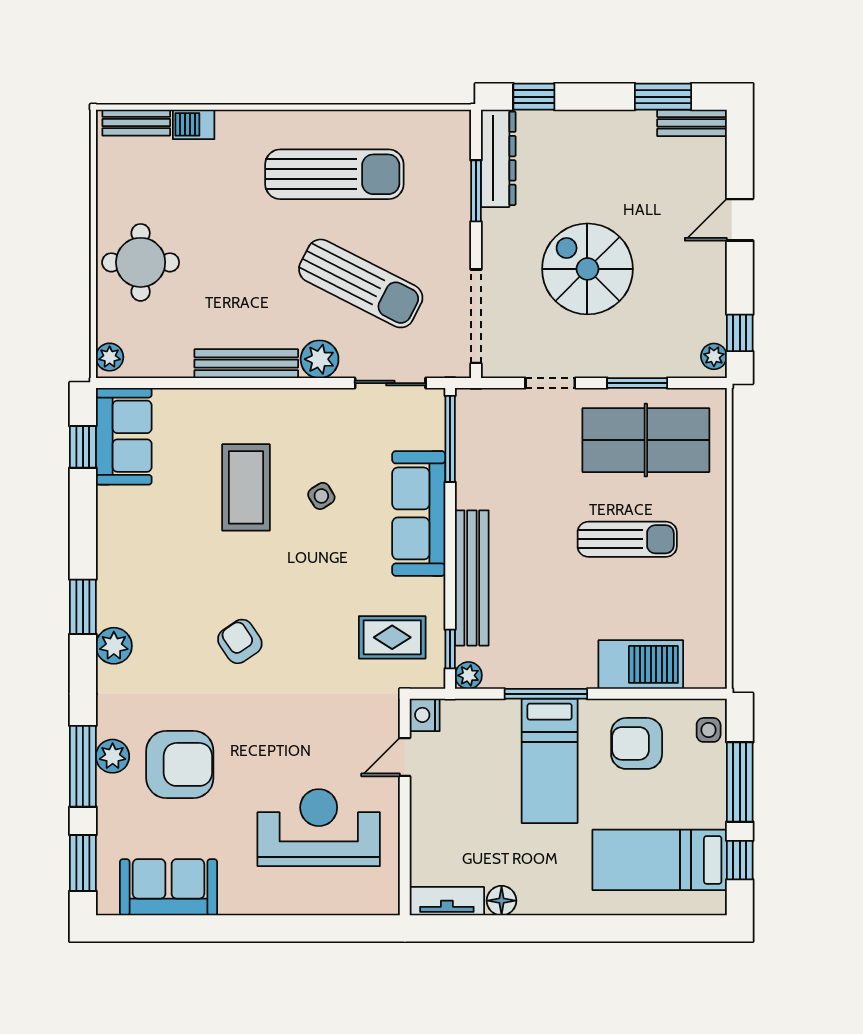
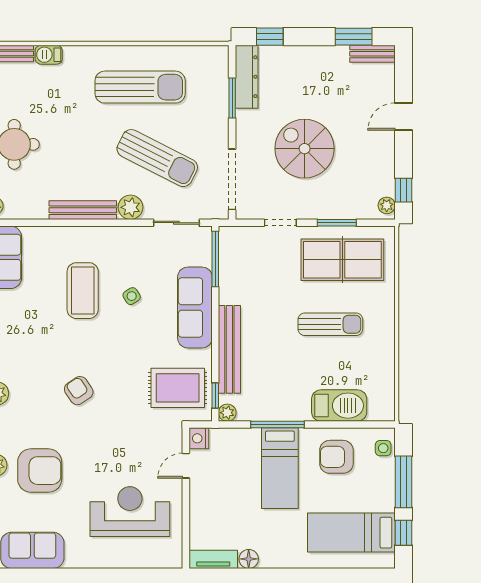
rug: (392, 637) -> (178, 388), width x1.36, depth x1.43

